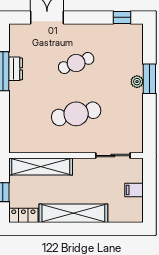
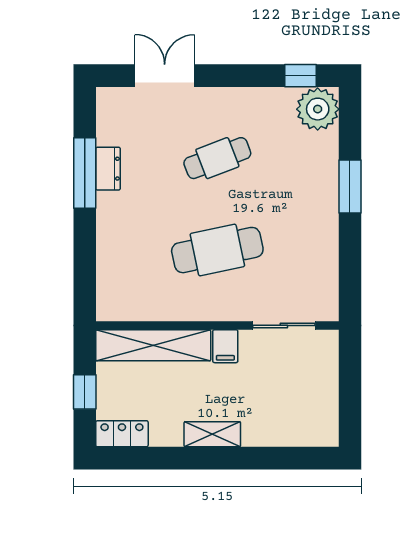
plant: (137, 82) -> (318, 109), moved, width x1.87, depth x1.87
filing cabinet: (134, 190) -> (225, 346), moved, turned -90
shelving: (73, 213) -> (212, 434), width x0.45, depth x0.75

